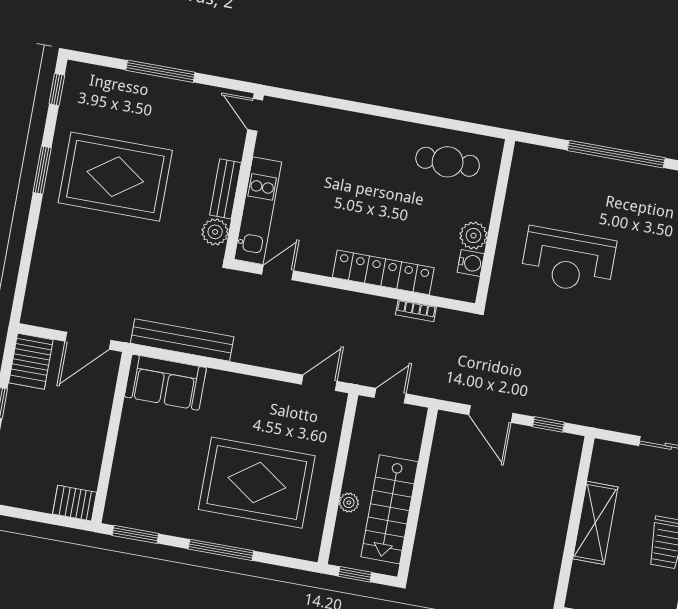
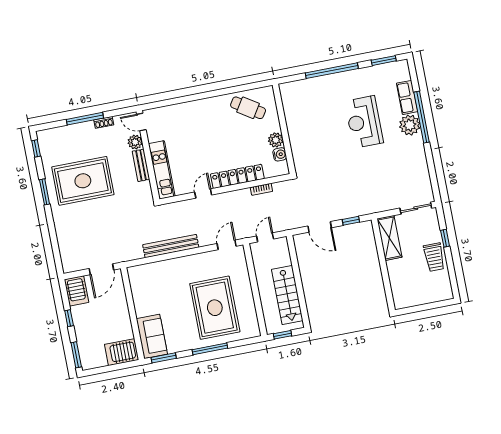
shoe rack: (190, 90) -> (104, 122), added
cafe table: (448, 162) -> (248, 108), turned 33
plant: (215, 232) -> (135, 142), moved
reception desk: (568, 261) -> (364, 122), moved, turned 90
door: (278, 272) -> (203, 194), moved
bench: (182, 340) -> (171, 246), moved
sofa: (165, 382) -> (152, 336), moved, turned -90
rug: (257, 483) -> (215, 308), turned 90
server rack: (75, 503) -> (122, 352), width x1.36, depth x1.44
plant: (349, 503) -> (265, 300), removed
shelving: (595, 523) -> (389, 238), moved

